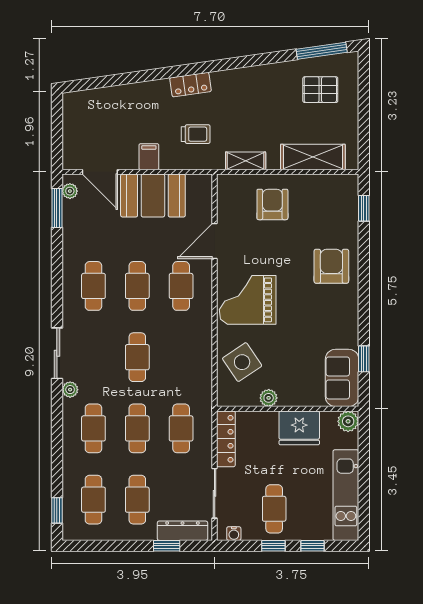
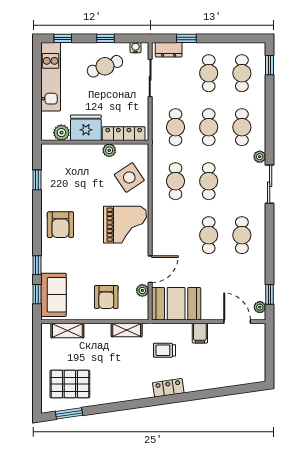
window: (322, 51) -> (69, 413), width x0.69
pallet: (320, 90) -> (70, 384), width x1.50, depth x1.42
shelving: (313, 157) -> (67, 331), width x0.67, depth x0.75
booth: (153, 196) -> (176, 304), moved
window: (57, 208) -> (270, 294), width x0.67
plant: (225, 213) -> (142, 290), added
window: (364, 246) -> (37, 265), added
armchair: (331, 266) -> (60, 225), moved
cafe table: (181, 286) -> (176, 181), moved
sofa: (342, 378) -> (53, 295), moved
plant: (348, 421) -> (61, 133), moved
locker: (226, 439) -> (124, 134), moved, turned 90
cafe table: (274, 509) -> (105, 66), turned 68
dresser: (182, 531) -> (169, 50), width x0.70
window: (313, 546) -> (63, 38), moved

